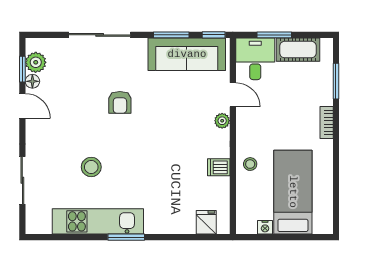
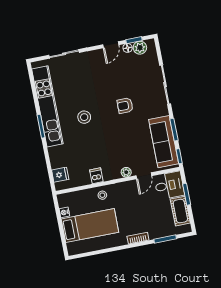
stool: (91, 167) -> (84, 117), moved
kitchen unit: (98, 221) -> (47, 106), width x1.36

